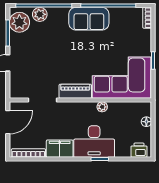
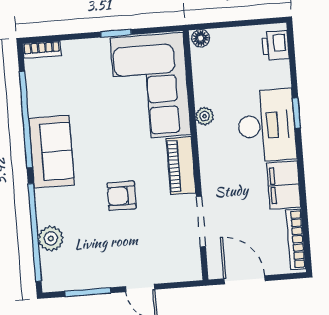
plant: (19, 22) -> (67, 273), removed
armchair: (61, 56) -> (122, 196), added
floor lamp: (146, 122) -> (201, 38), moved

